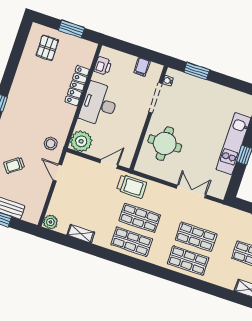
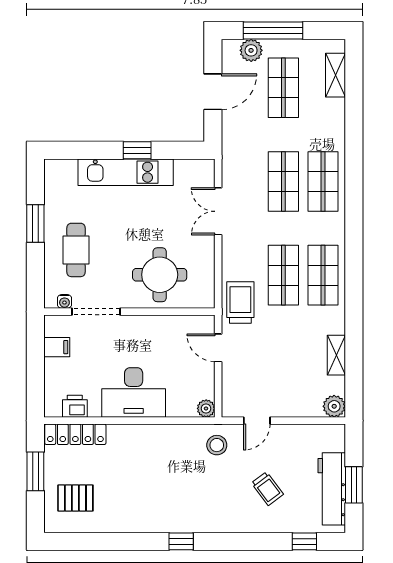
window: (197, 71) -> (35, 224), moved
locker: (77, 86) -> (75, 434), moved
cafe table: (197, 98) -> (76, 250), added
plant: (81, 141) -> (206, 408), width x0.53, depth x0.53

